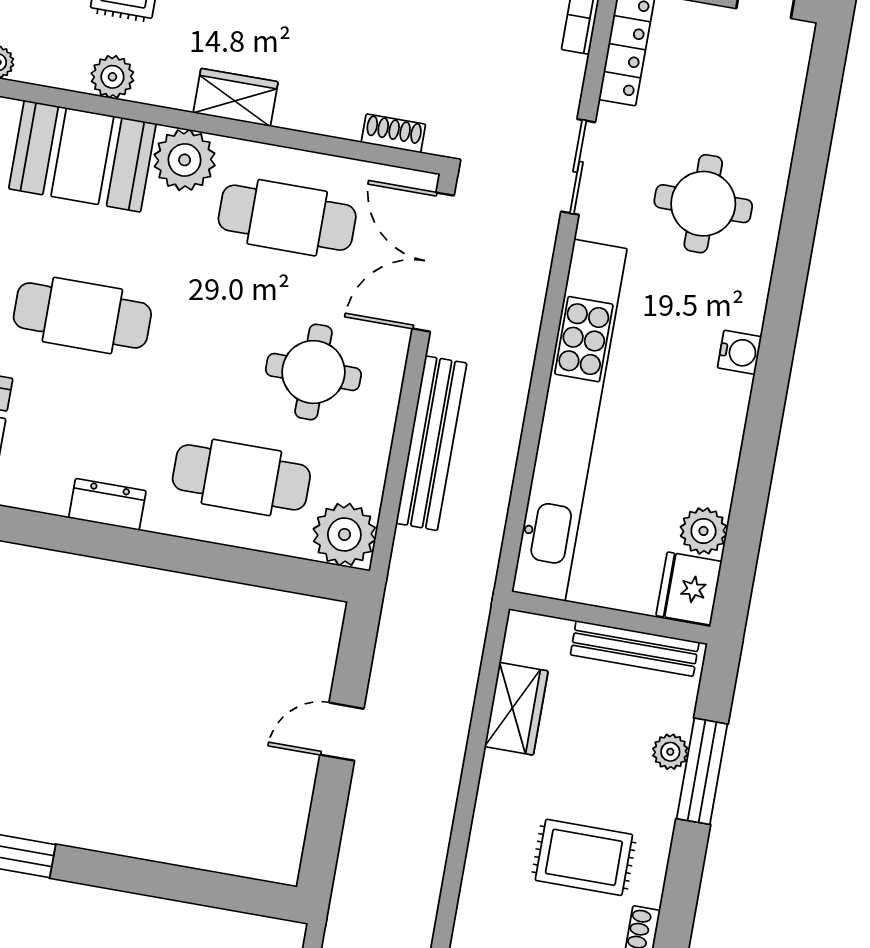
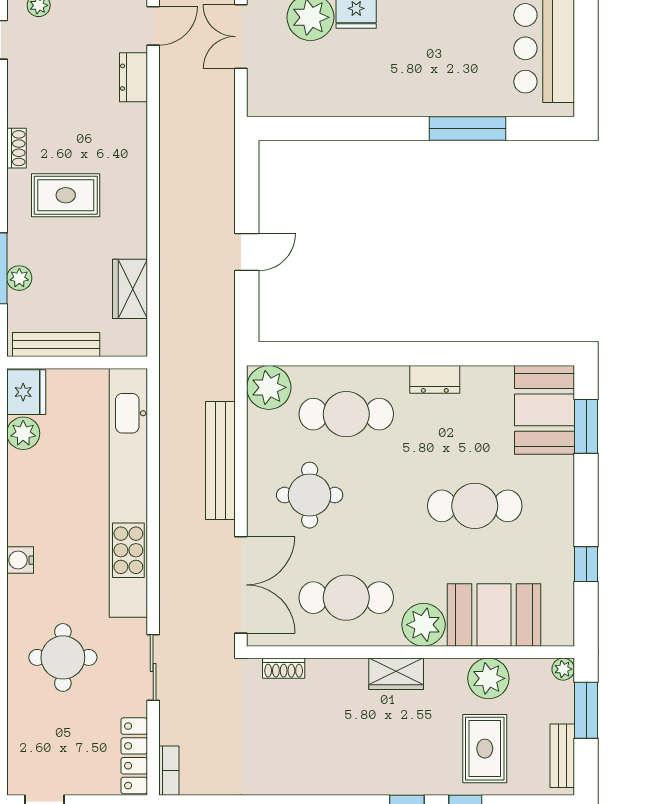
plant: (112, 77) -> (488, 678), width x1.36, depth x1.36

